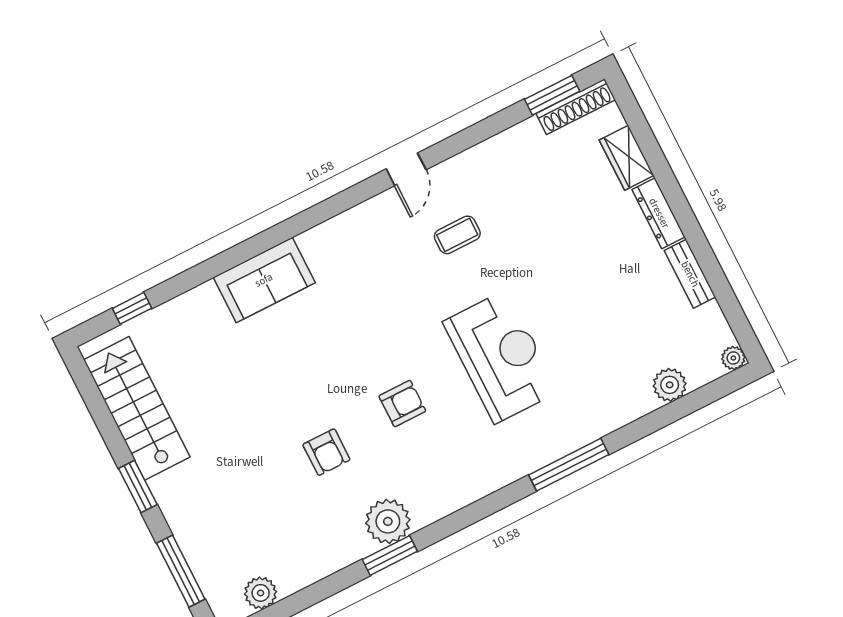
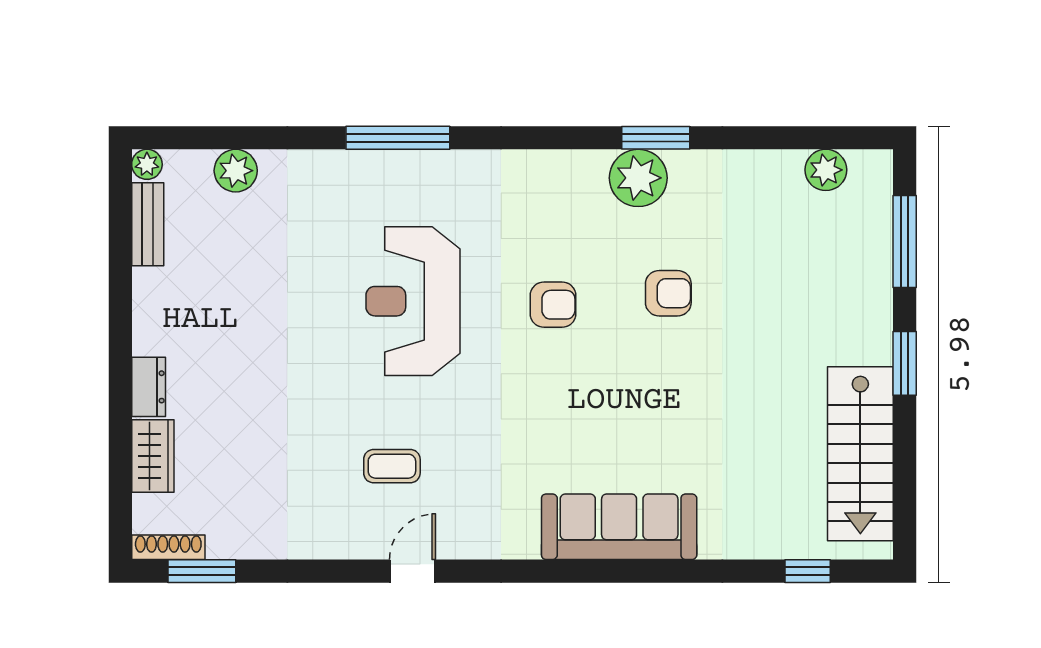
shoe rack: (576, 107) -> (168, 547), width x0.74, depth x0.81
dresser: (659, 213) -> (149, 387), width x0.70
bench: (690, 274) -> (148, 224), moved
sofa: (264, 280) -> (619, 527), width x1.36
armchair: (402, 404) -> (553, 305), turned 180
armchair: (326, 452) -> (668, 293), turned 90

